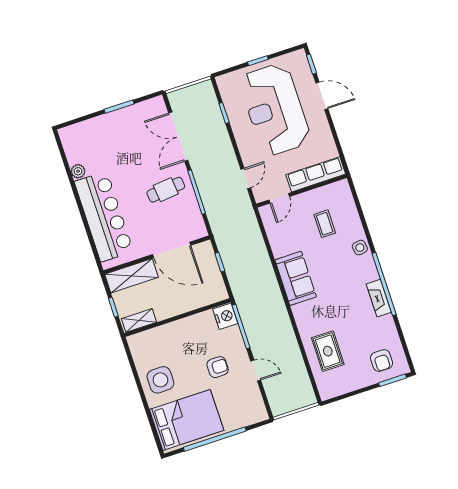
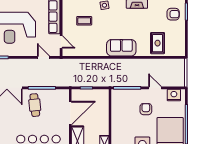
sofa: (296, 278) -> (121, 48), moved
nightstand: (225, 316) -> (174, 95), moved
rug: (328, 351) -> (158, 43), turned 90
door: (256, 371) -> (155, 88), hinge flipped

